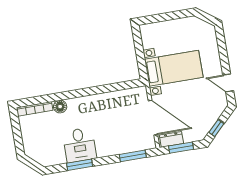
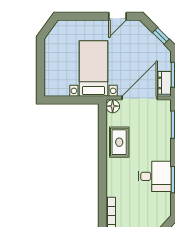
rug: (107, 105) -> (119, 142), added
floor lamp: (60, 107) -> (113, 106), moved

